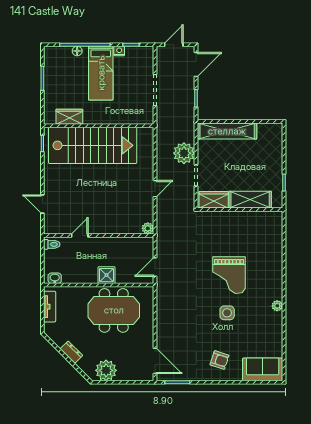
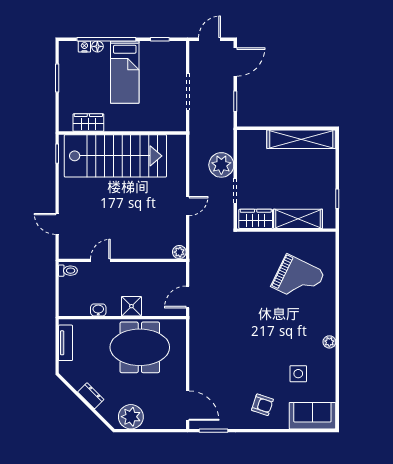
nightstand: (119, 51) -> (84, 46), moved
shelving: (227, 131) -> (301, 139), moved
grand piano: (229, 275) -> (298, 279), moved, turned -64
washbasin: (55, 278) -> (98, 310), moved
side table: (227, 313) -> (298, 374), moved

